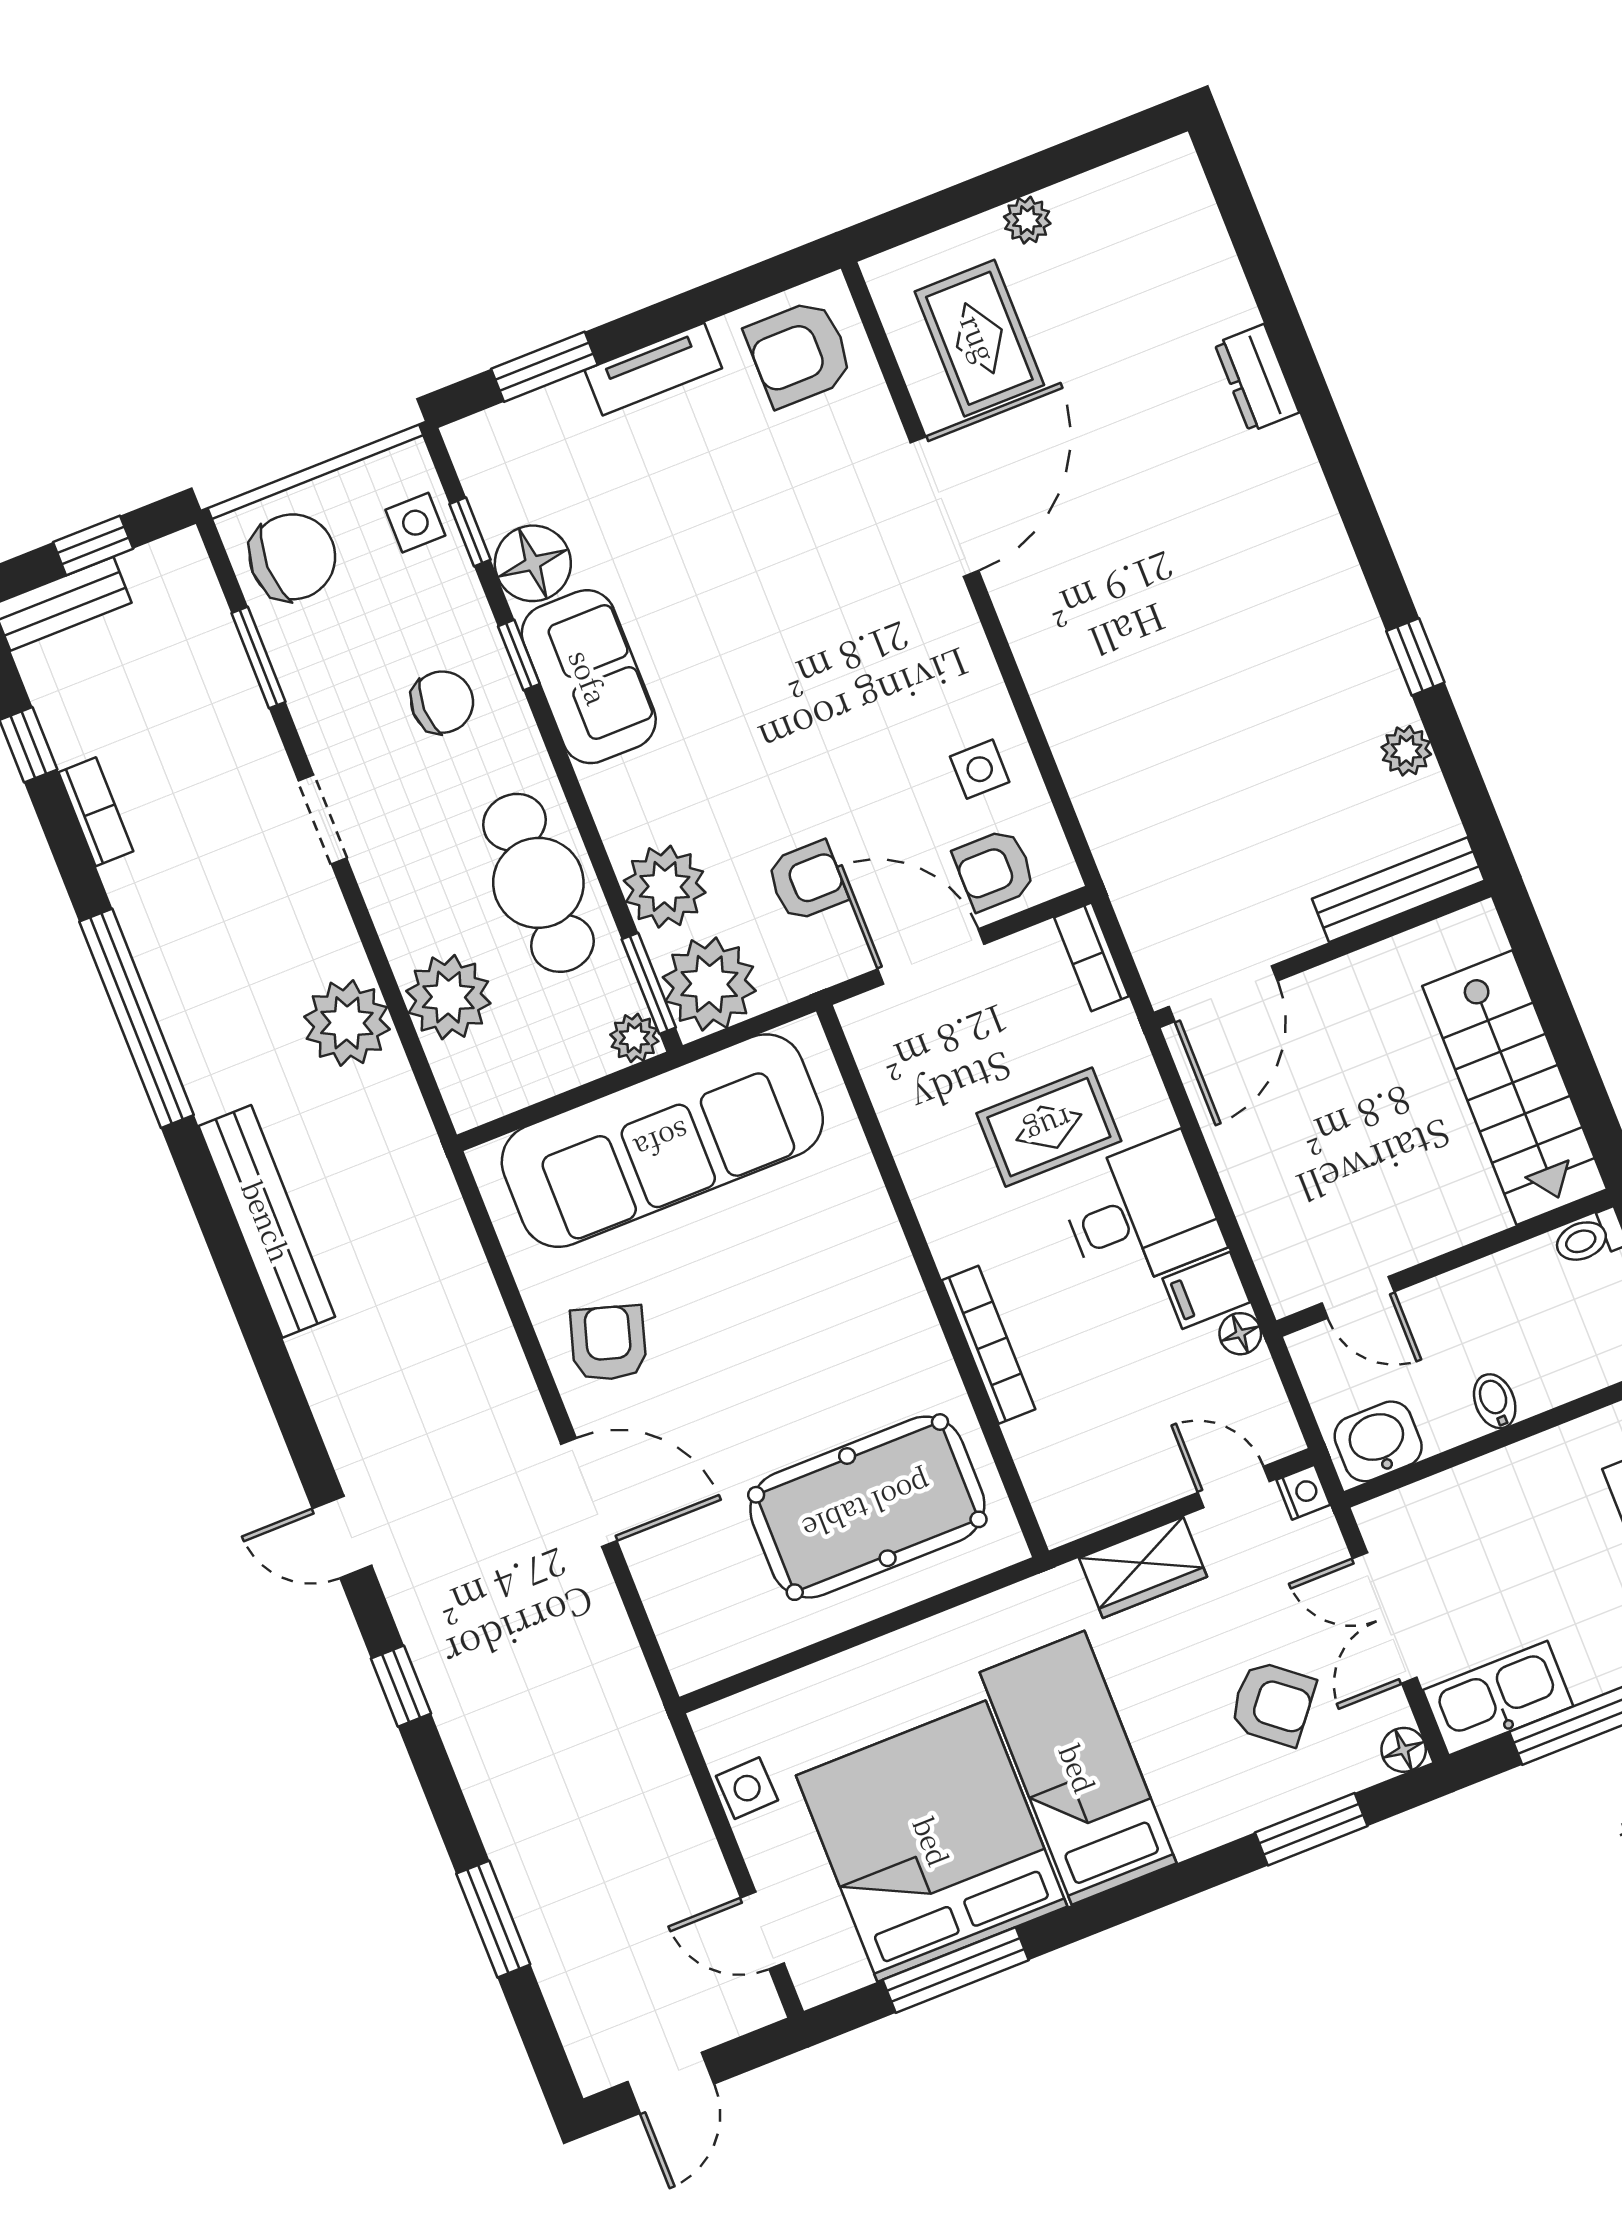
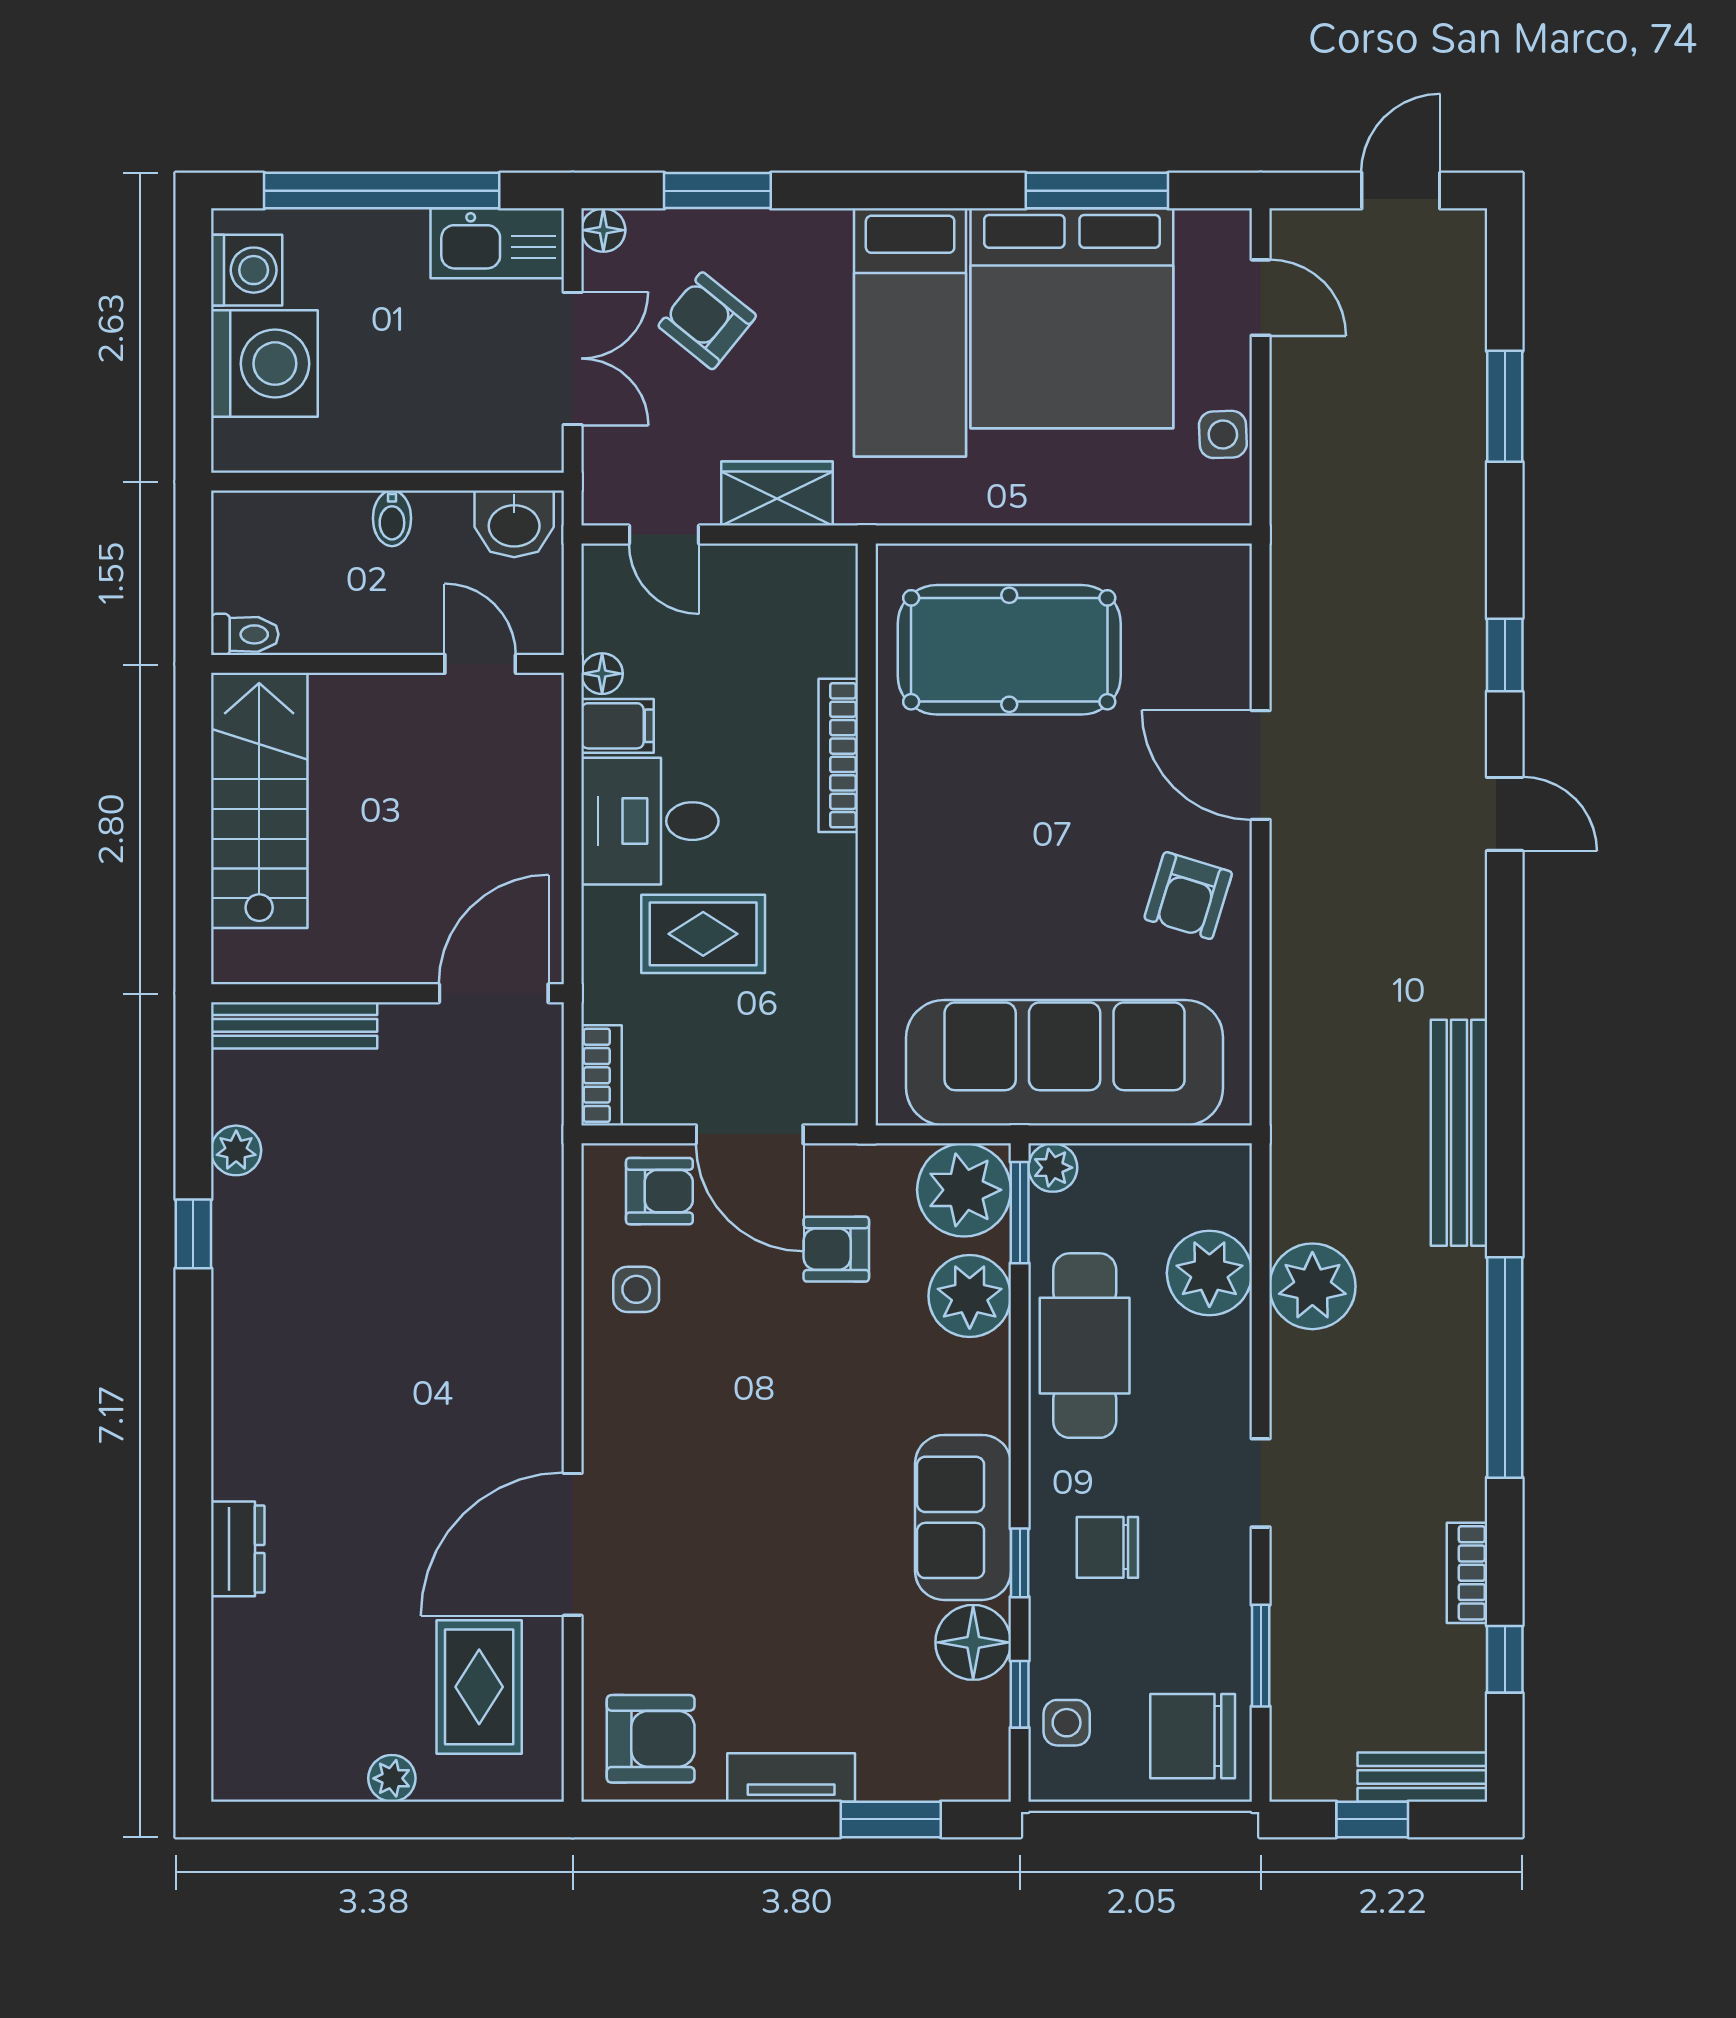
nightstand: (1303, 1492) -> (602, 504), removed

